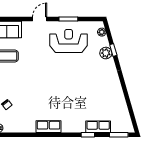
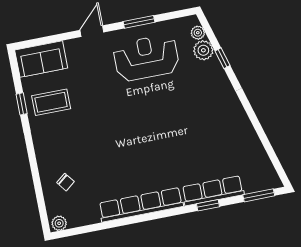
plant: (106, 53) -> (203, 50), moved
row of seats: (49, 127) -> (141, 205), width x2.02
row of seats: (98, 127) -> (213, 191), width x1.48

